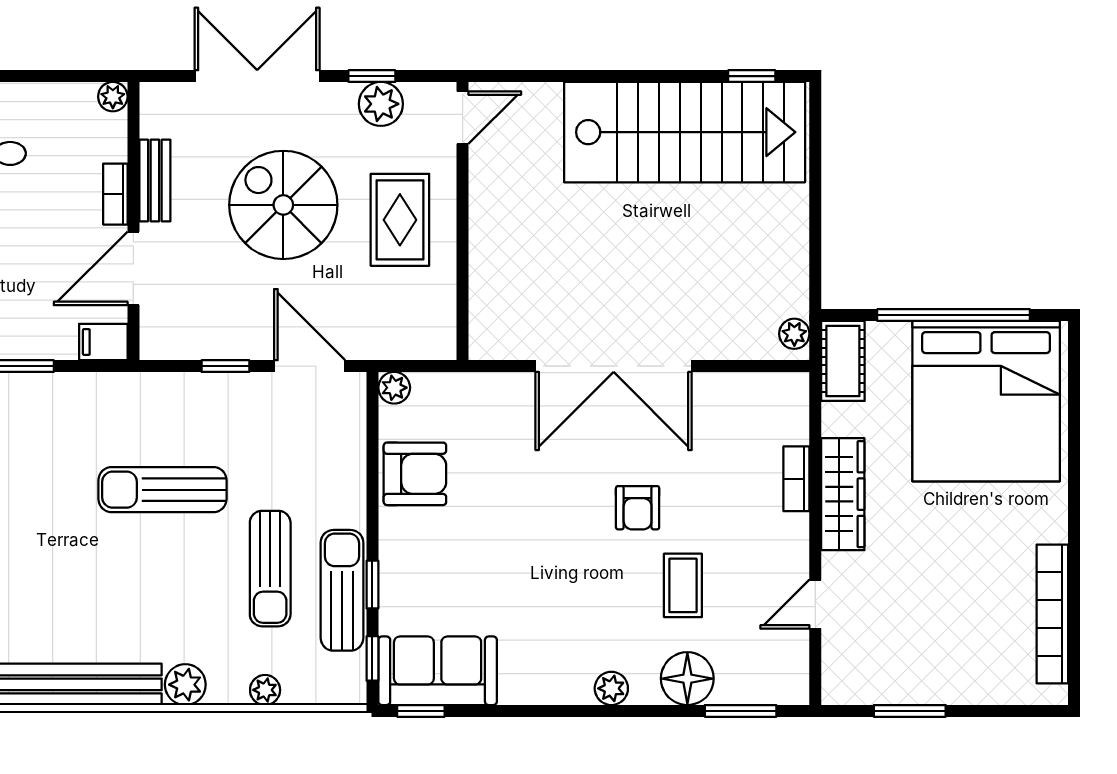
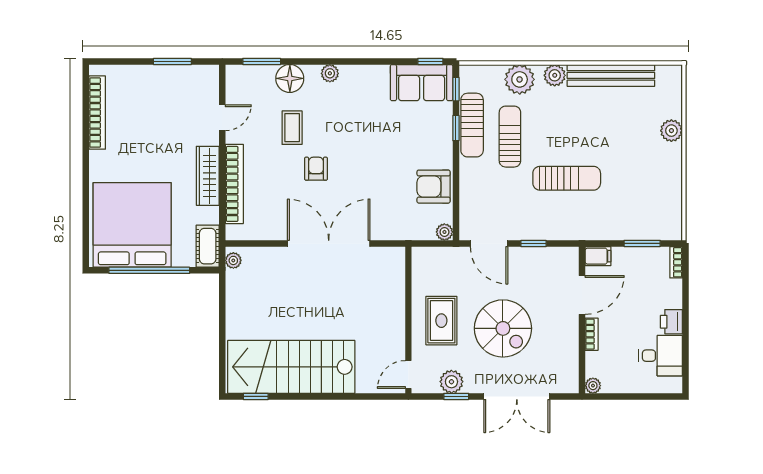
bench: (155, 181) -> (571, 341), removed
bookcase: (796, 479) -> (234, 184), width x2.31, depth x1.31
plant: (265, 690) -> (520, 79), width x1.88, depth x1.88

